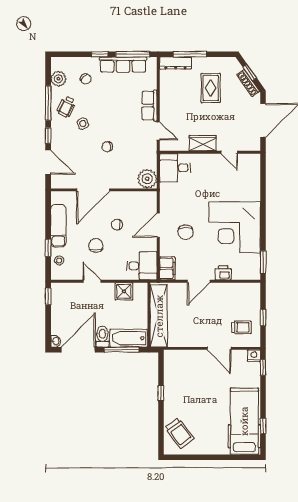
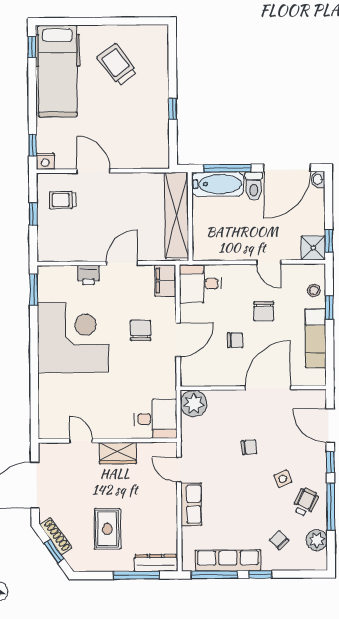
shower: (124, 291) -> (313, 248), moved
window: (263, 426) -> (32, 47), moved
trolley: (180, 433) -> (117, 65), moved

